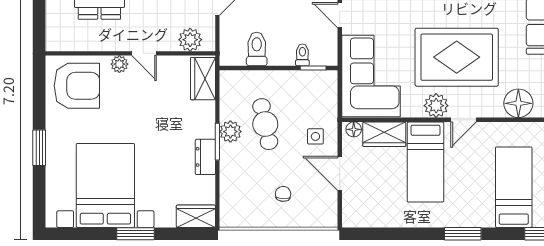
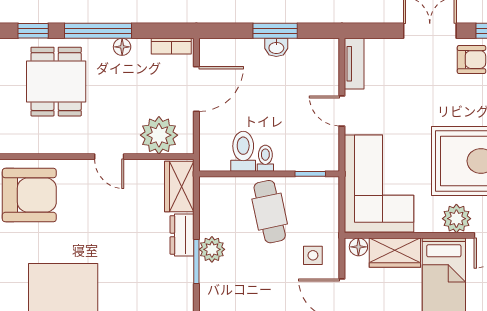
plant: (190, 40) -> (159, 135), width x1.36, depth x1.36
toilet: (302, 55) -> (265, 158), moved
plant: (119, 64) -> (80, 169), removed
cafe table: (265, 124) -> (270, 212), moved
dresser: (205, 157) -> (182, 235), moved

